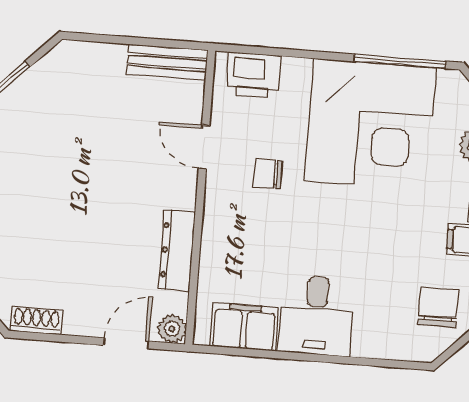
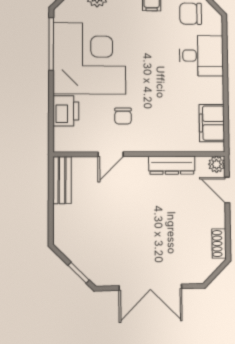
printer: (254, 75) -> (66, 111), moved
desk: (316, 316) -> (201, 56), moved

